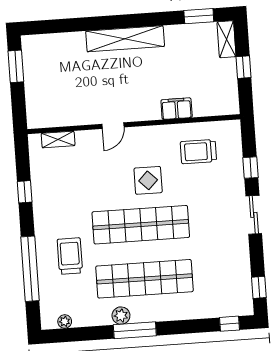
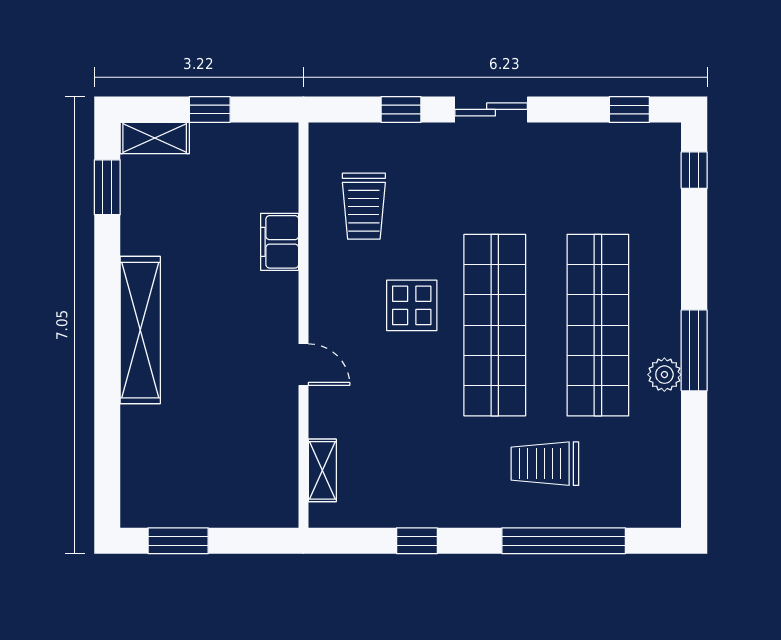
plant: (65, 322) -> (668, 482), removed

